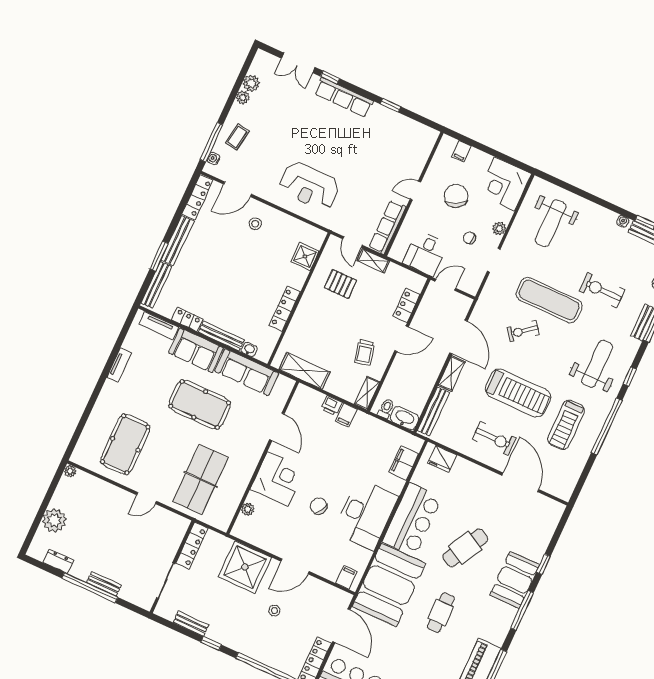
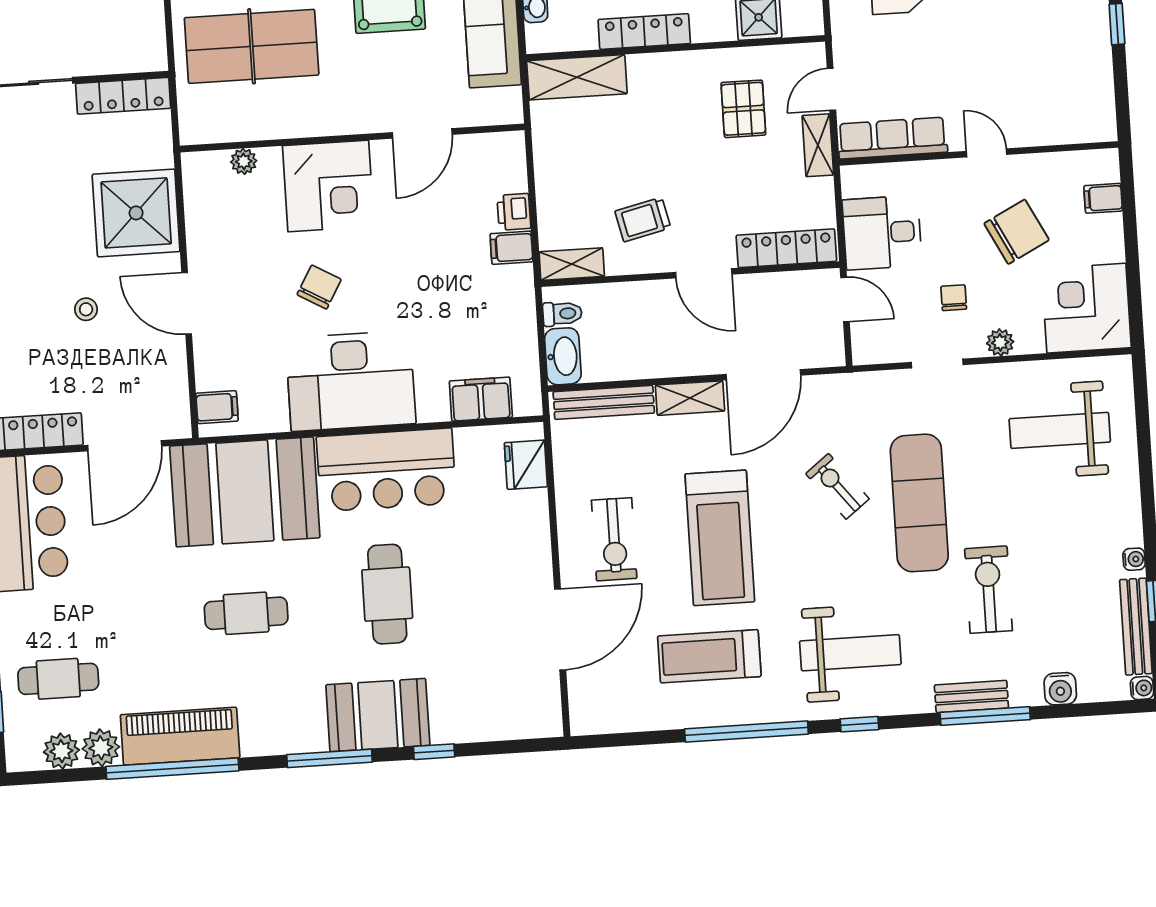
locker: (406, 305) -> (786, 248), width x1.53
shelving: (305, 371) -> (577, 77), moved, turned 90
cafe table: (465, 548) -> (387, 594), turned 61

